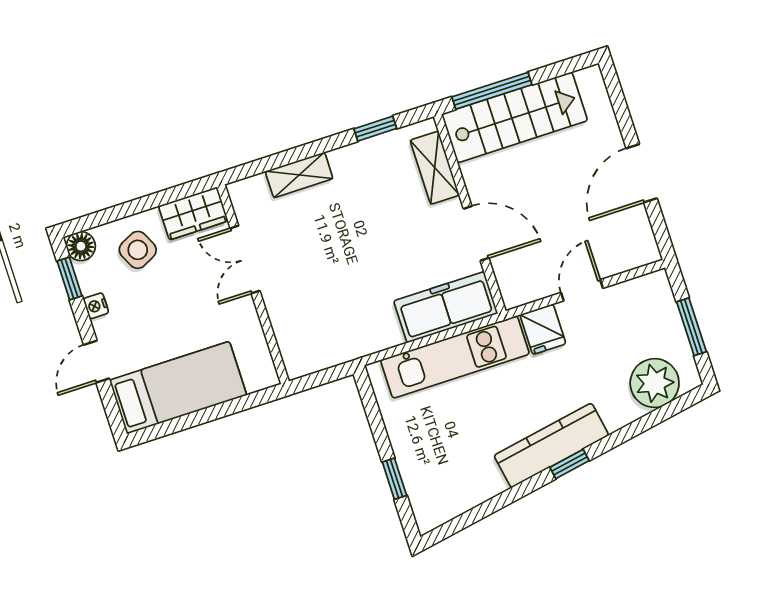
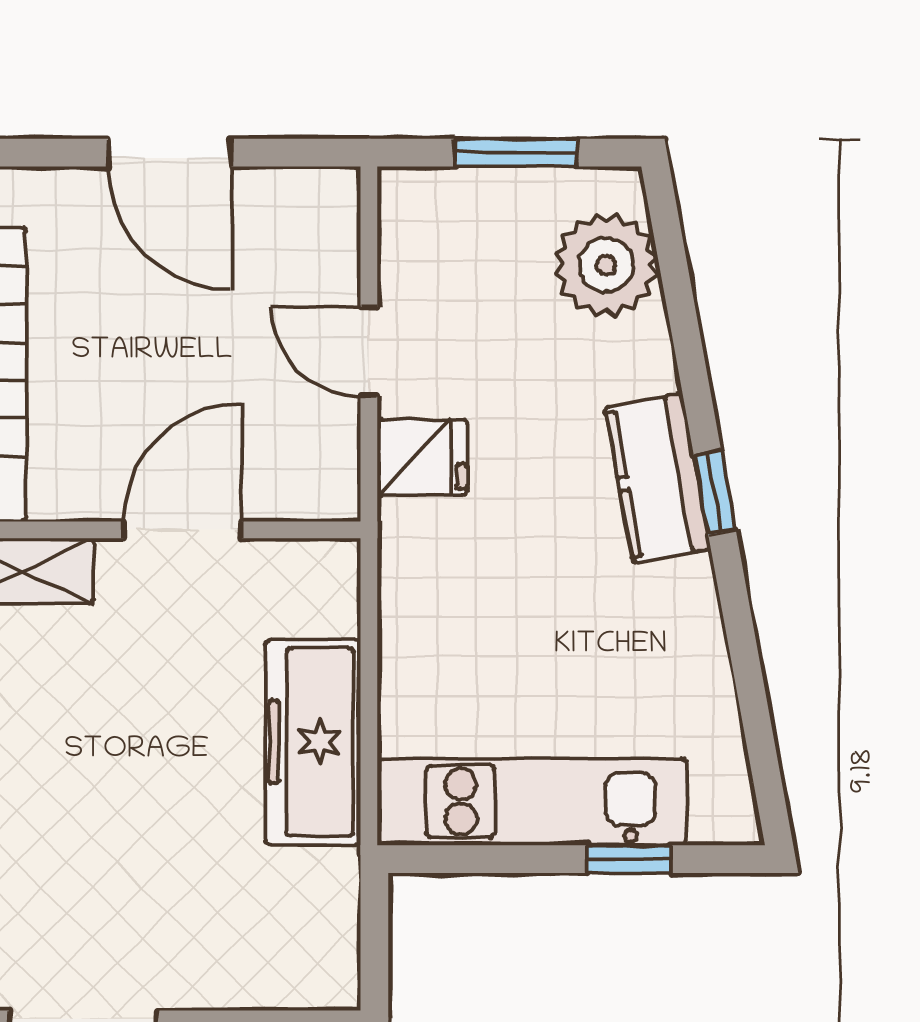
freezer: (446, 307) -> (313, 742), moved
kitchen unit: (455, 357) -> (532, 802), moved, turned -90
kitchen counter: (551, 445) -> (658, 478), width x0.67

